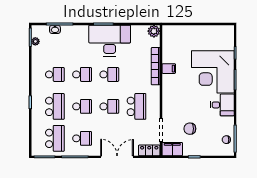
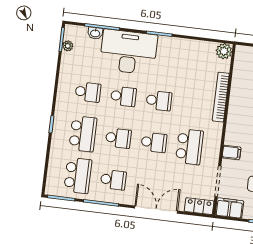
desk: (110, 41) -> (128, 52), moved
filing cabinet: (169, 69) -> (231, 152), moved

